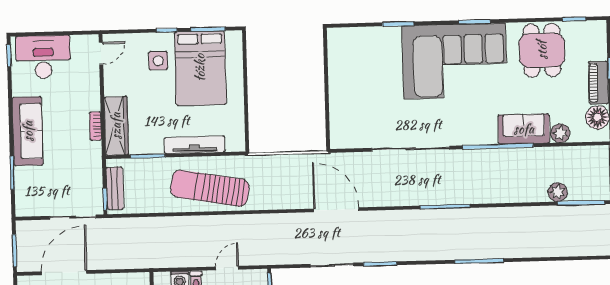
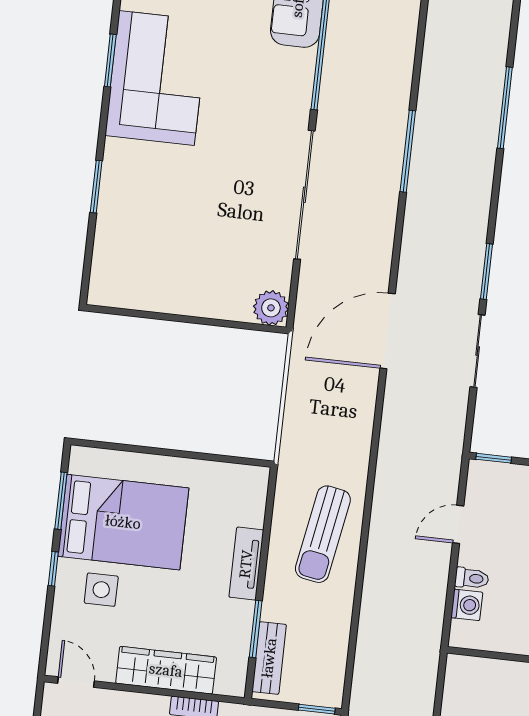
corner sofa: (454, 61) -> (157, 78), width x0.73, depth x0.74
wardrobe: (116, 126) -> (166, 670), moved
plant: (340, 138) -> (271, 308), added
tv unit: (195, 145) -> (246, 564), width x0.71
bench: (115, 188) -> (269, 658), moved, turned 90
sun lounger: (210, 188) -> (323, 534), width x0.73, depth x0.75
door: (227, 268) -> (458, 524), hinge flipped

